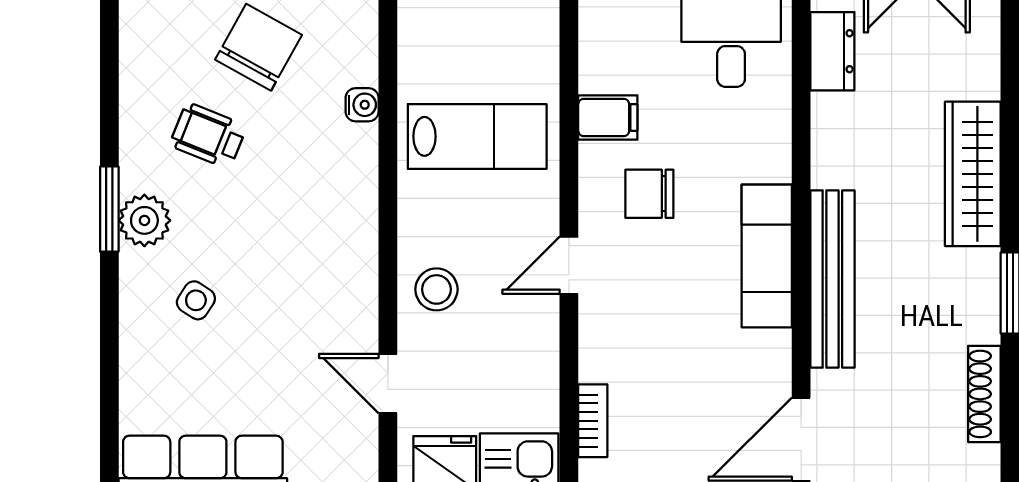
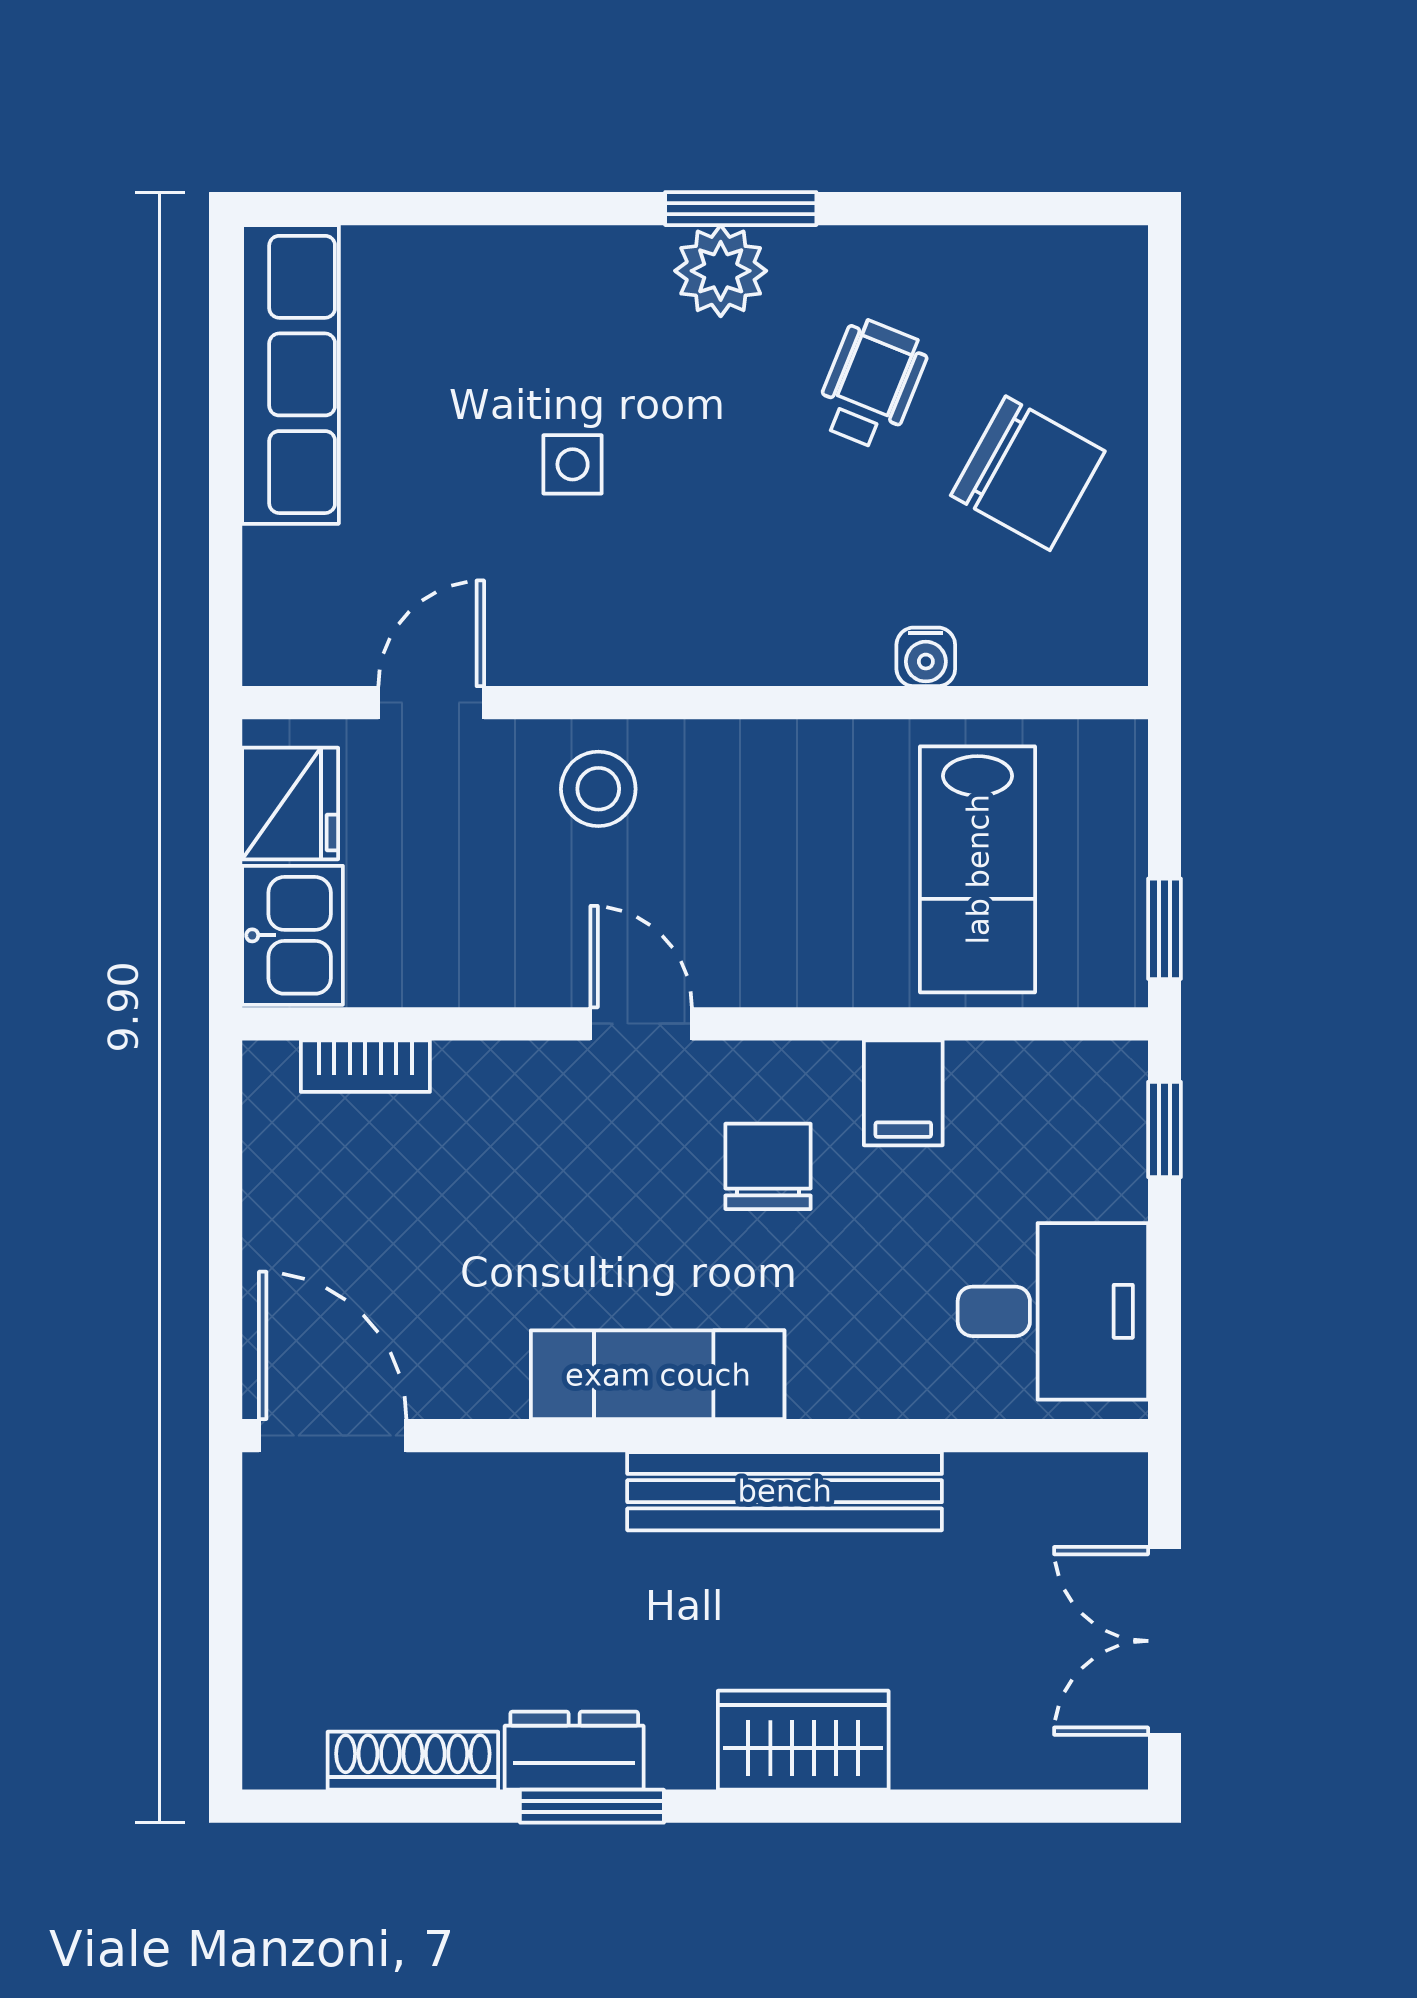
dresser: (832, 51) -> (574, 1751), moved, turned 180
lab bench: (477, 136) -> (978, 869), moved
wardrobe: (973, 174) -> (803, 1740), width x0.67
bench: (832, 279) -> (785, 1491), moved
side table: (196, 300) -> (573, 464), moved, turned -33

